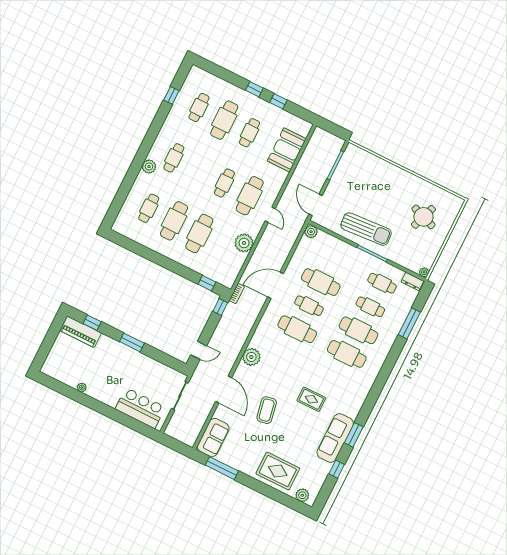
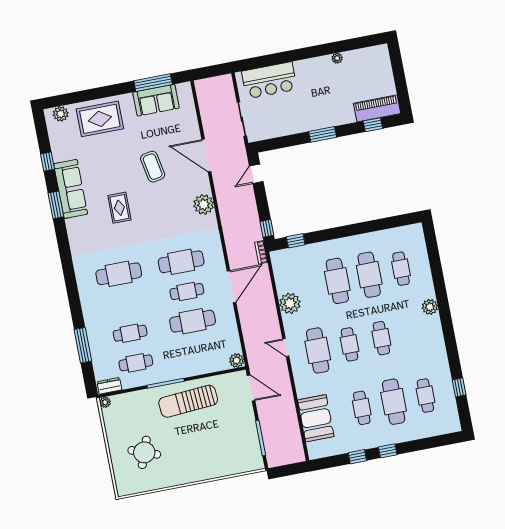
cafe table: (174, 158) -> (381, 338), moved
cafe table: (358, 330) -> (124, 304), removed
rug: (311, 399) -> (119, 208), turned 90
sofa: (213, 438) -> (156, 100), moved, turned -90

